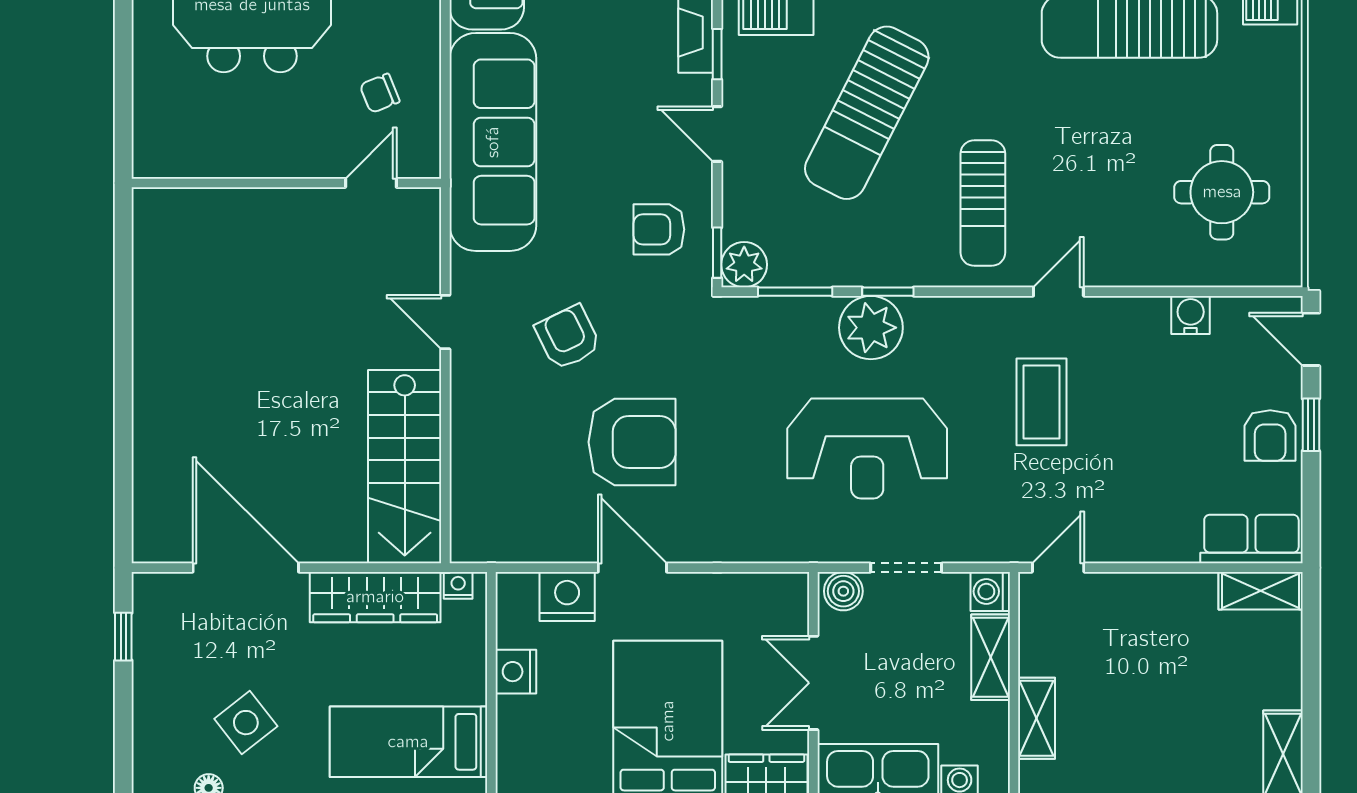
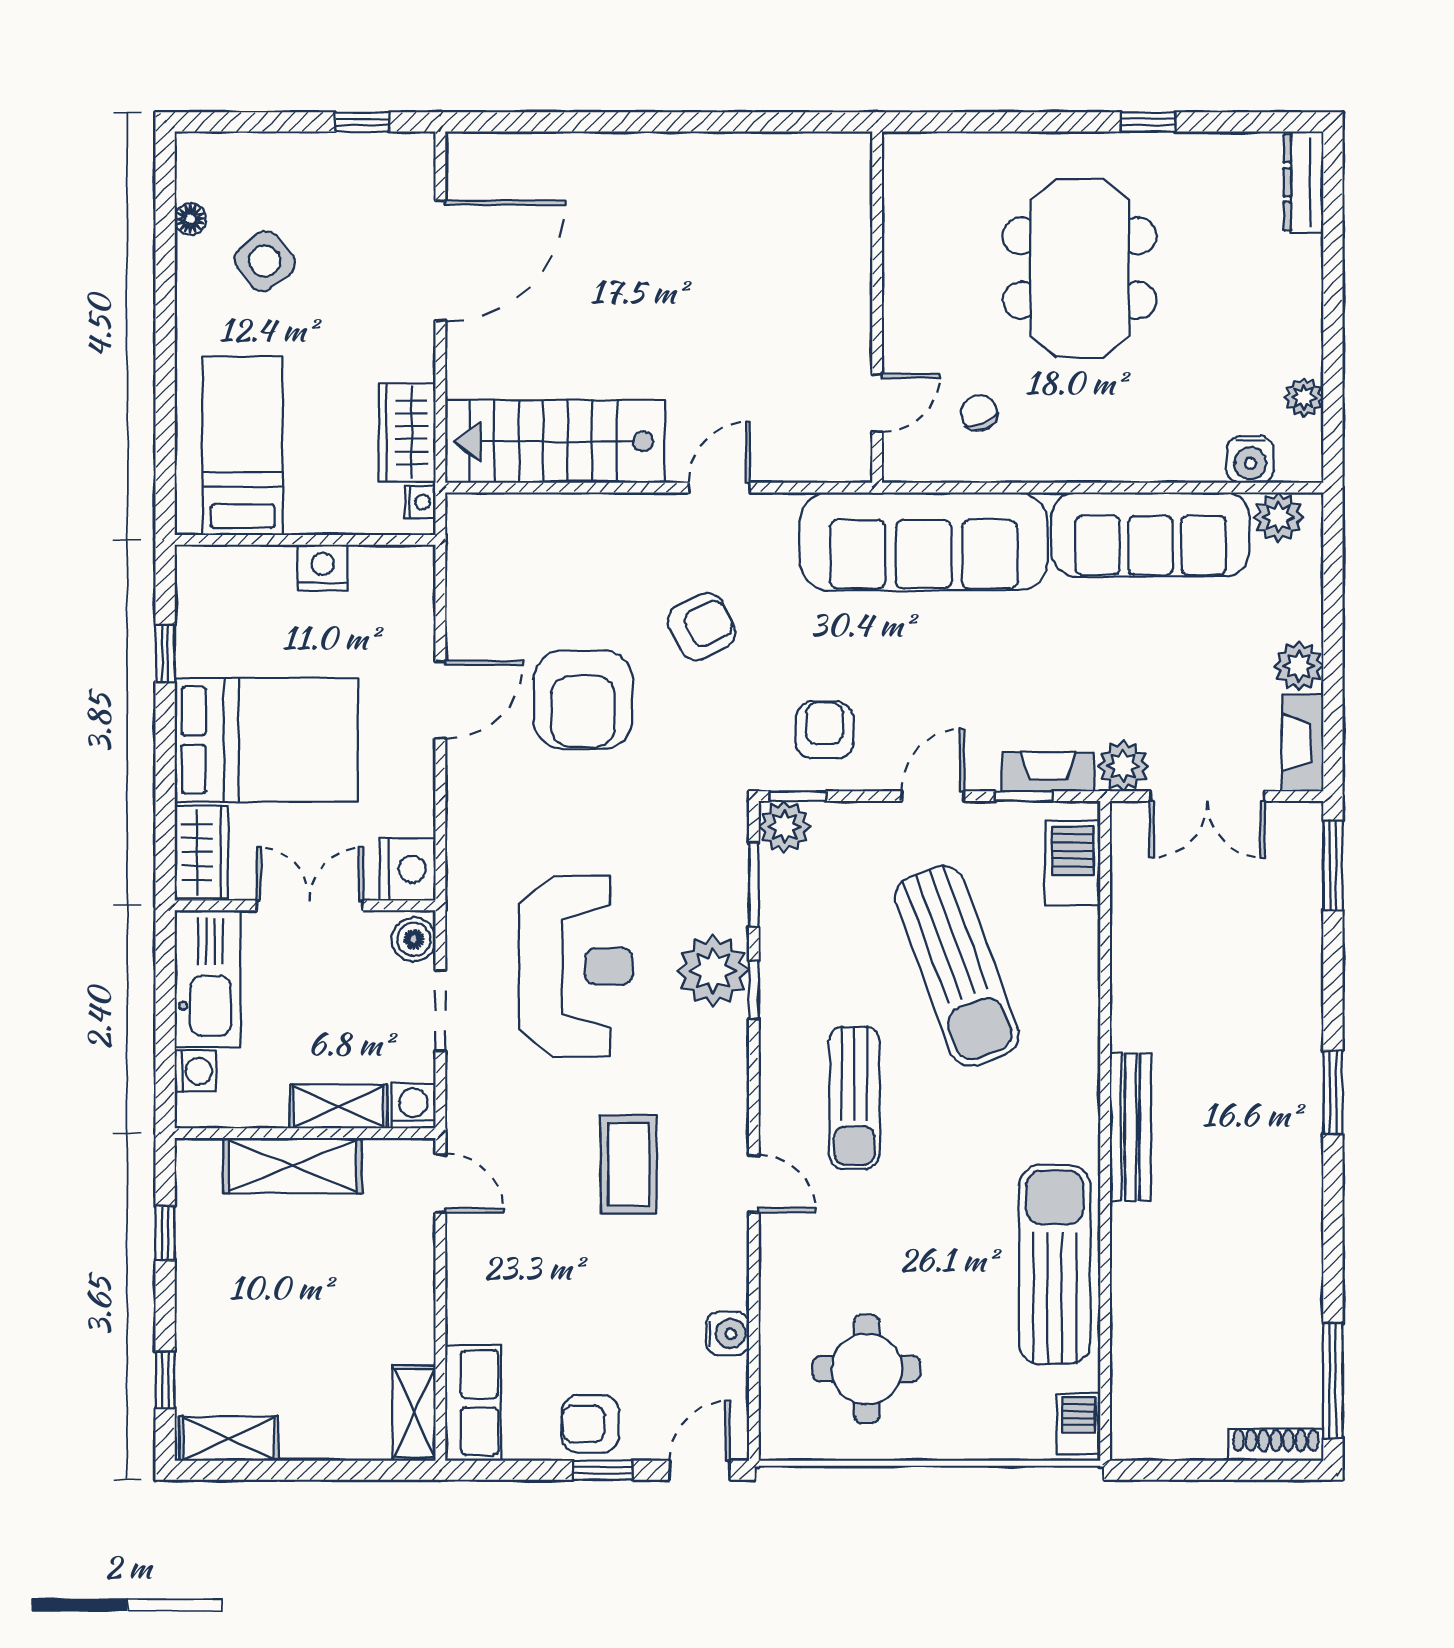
sun lounger: (867, 113) -> (957, 966), turned -137
door: (371, 183) -> (877, 403), hinge flipped
sun lounger: (983, 203) -> (854, 1098), turned -90
coffee table: (1042, 402) -> (629, 1164), turned 90
reception desk: (867, 448) -> (576, 966), turned 180
wardrobe: (375, 597) -> (407, 433), width x0.67
nightstand: (567, 597) -> (408, 869), moved
shelving: (1037, 718) -> (292, 1166), width x1.50, depth x1.33

